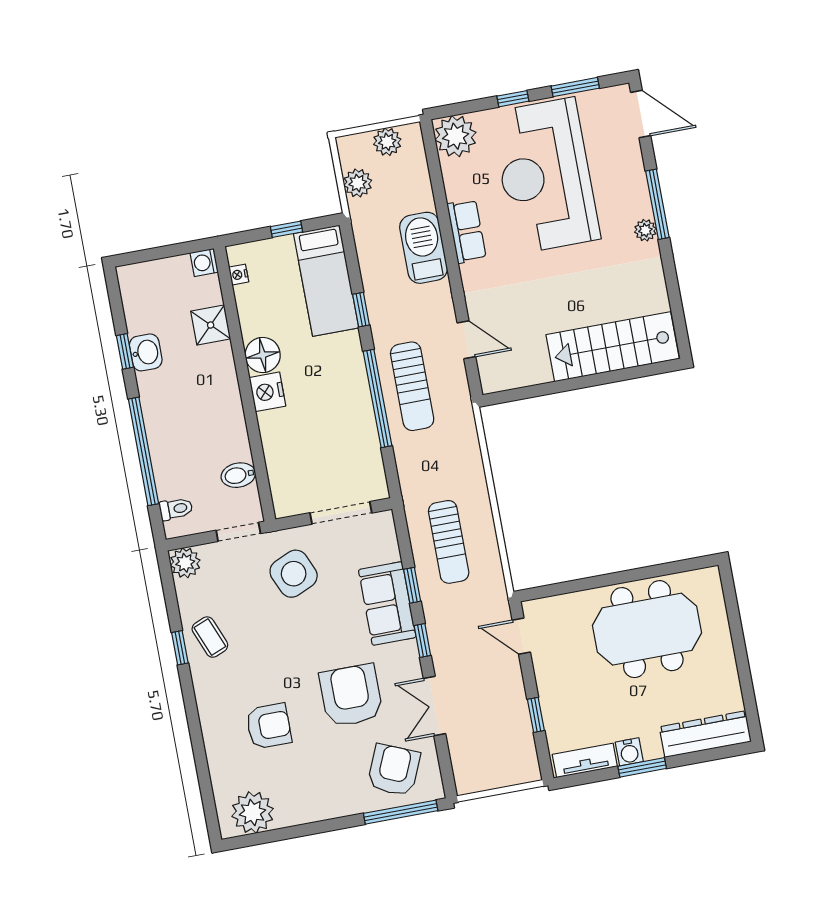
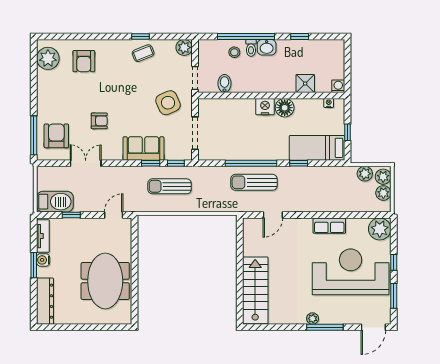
plant: (357, 148) -> (383, 177), added
barbecue: (424, 248) -> (55, 202), moved
washbasin: (146, 352) -> (267, 47), moved
stool: (177, 468) -> (234, 52), added
toilet: (176, 509) -> (251, 48), moved
window: (422, 641) -> (176, 163), moved
armchair: (351, 695) -> (99, 121), width x0.53, depth x0.53
armchair: (269, 726) -> (84, 61), moved
armchair: (394, 770) -> (56, 136), turned -113

